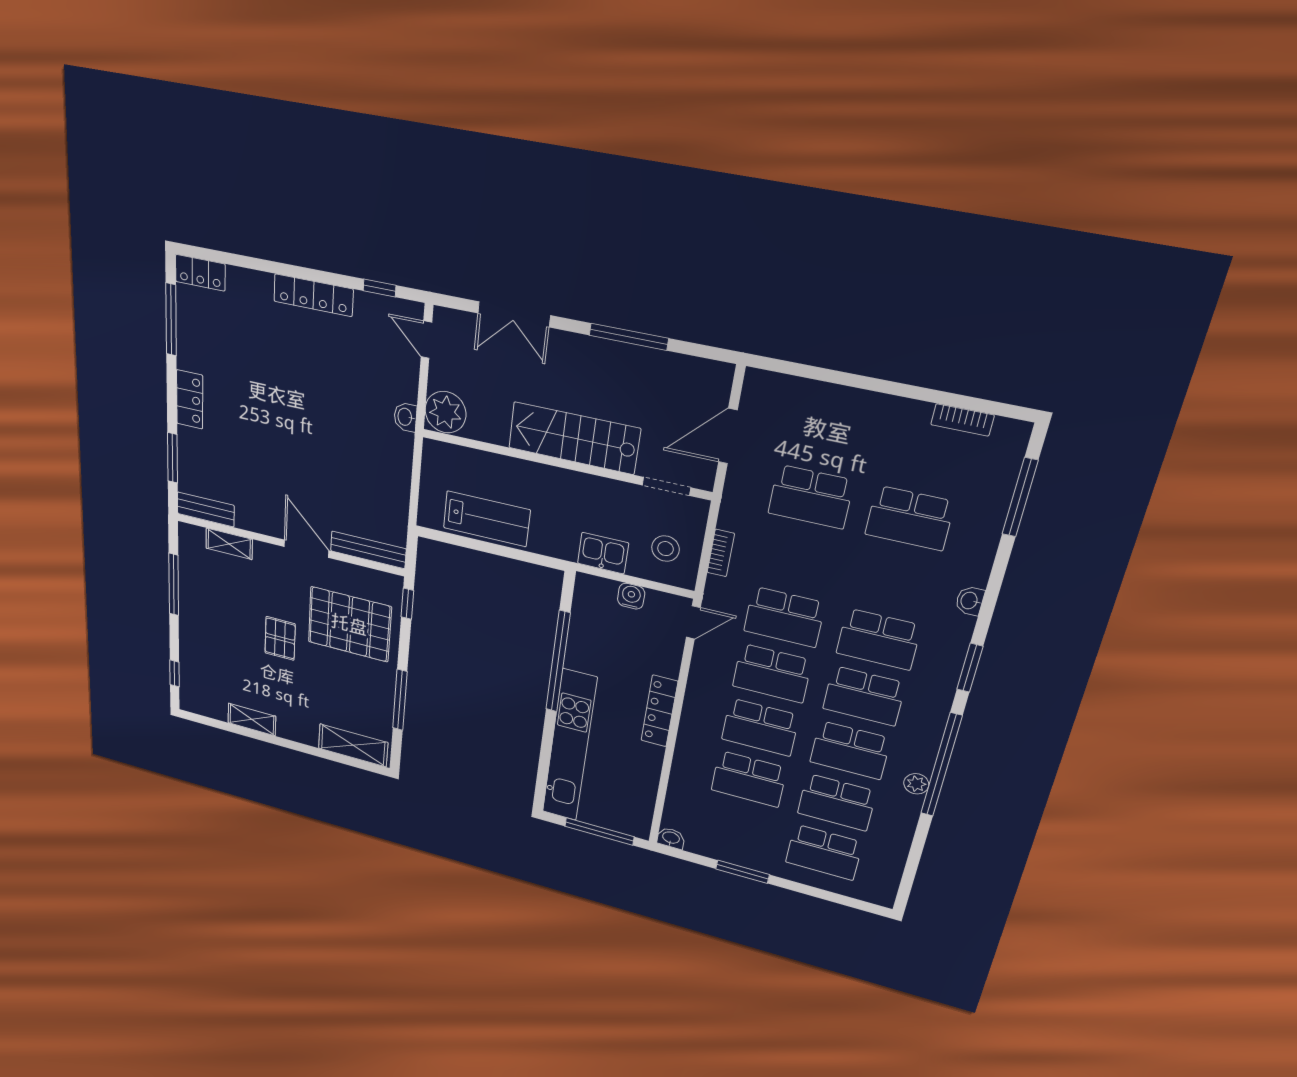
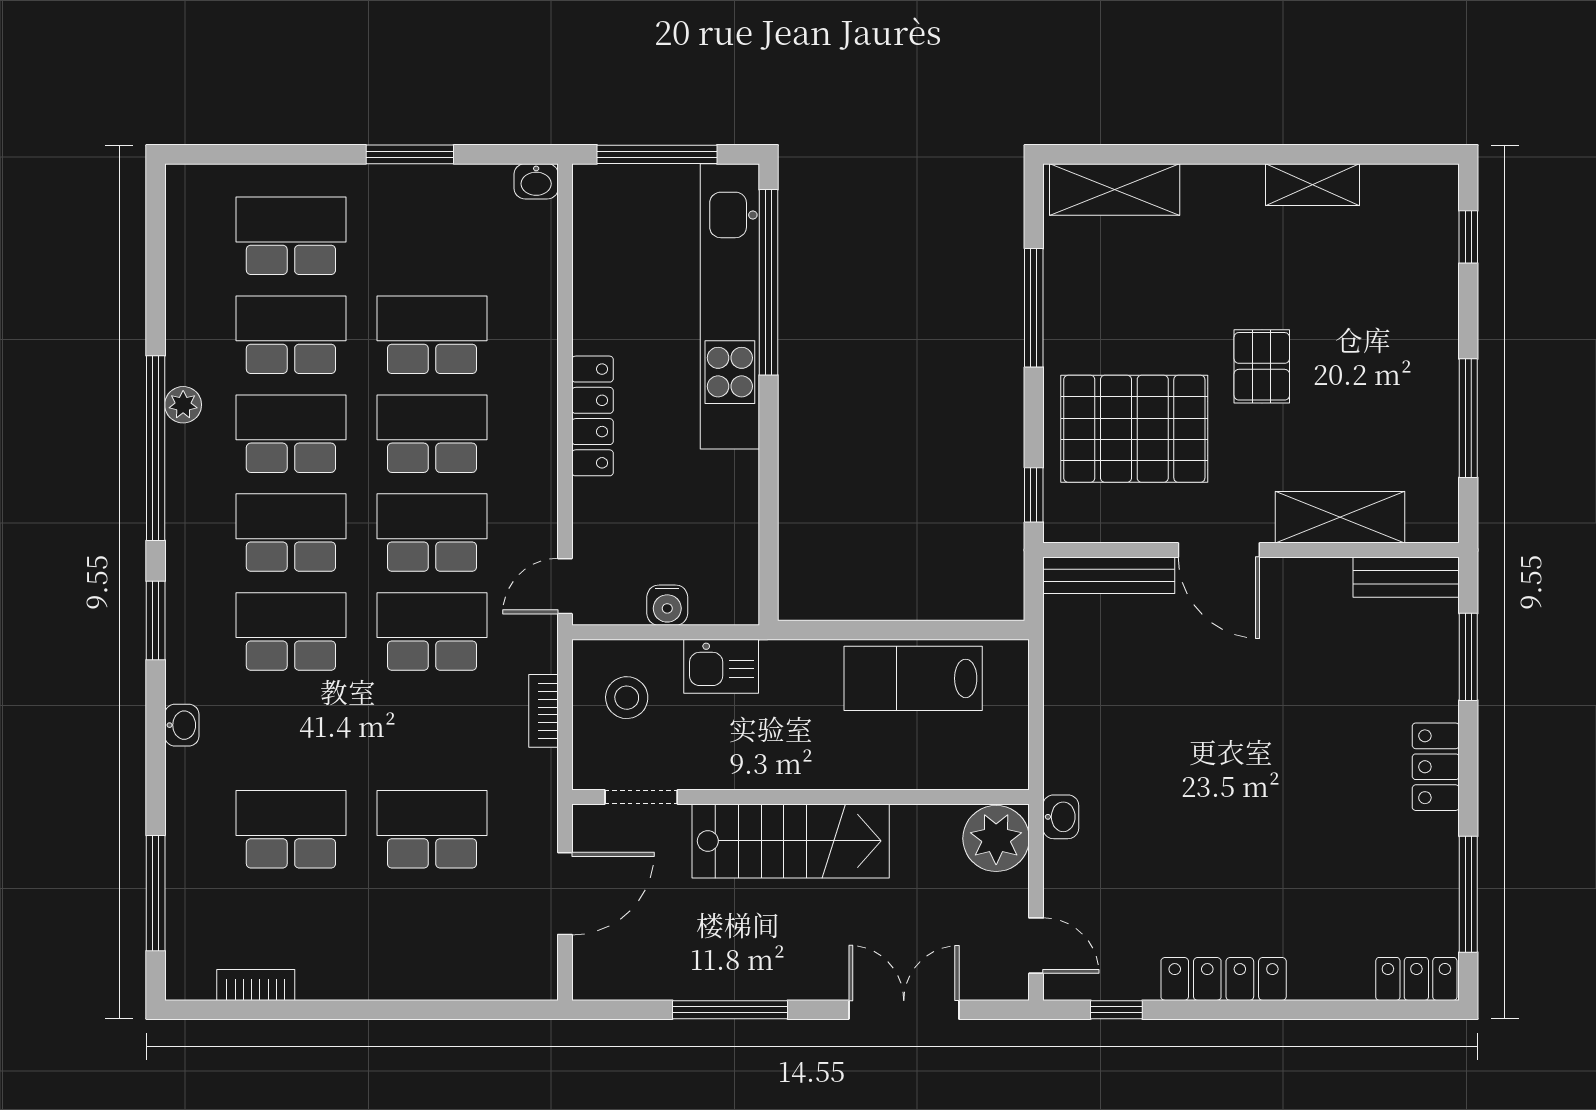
shelving: (229, 544) -> (1340, 517), width x1.50, depth x1.33
window: (558, 662) -> (769, 282), moved

